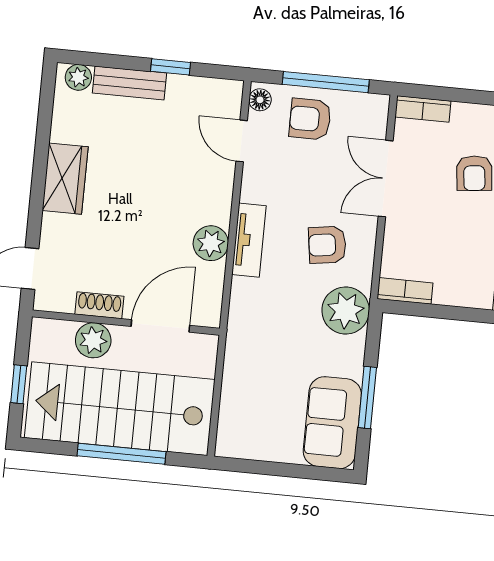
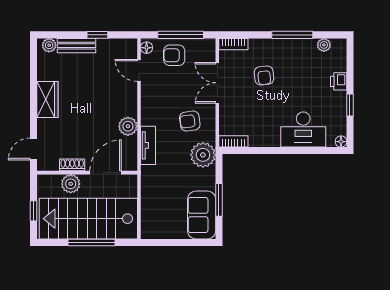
tv unit: (249, 240) -> (148, 145), moved

